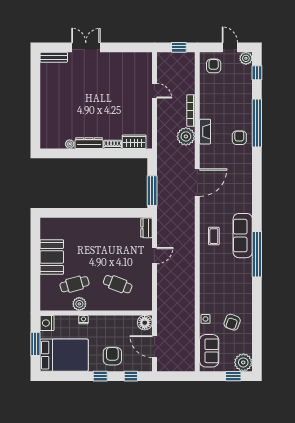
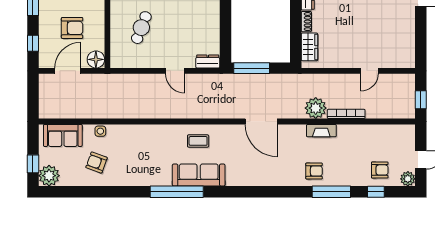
armchair: (214, 66) -> (380, 170), moved
window: (257, 73) -> (376, 192), moved
window: (257, 123) -> (331, 192), width x0.68
armchair: (112, 356) -> (72, 28), moved

